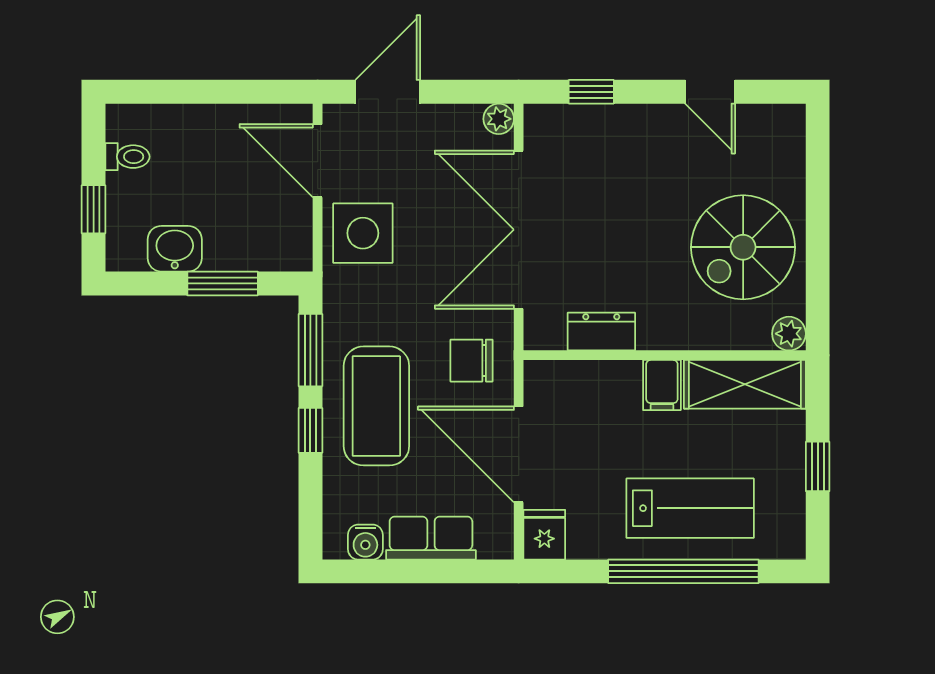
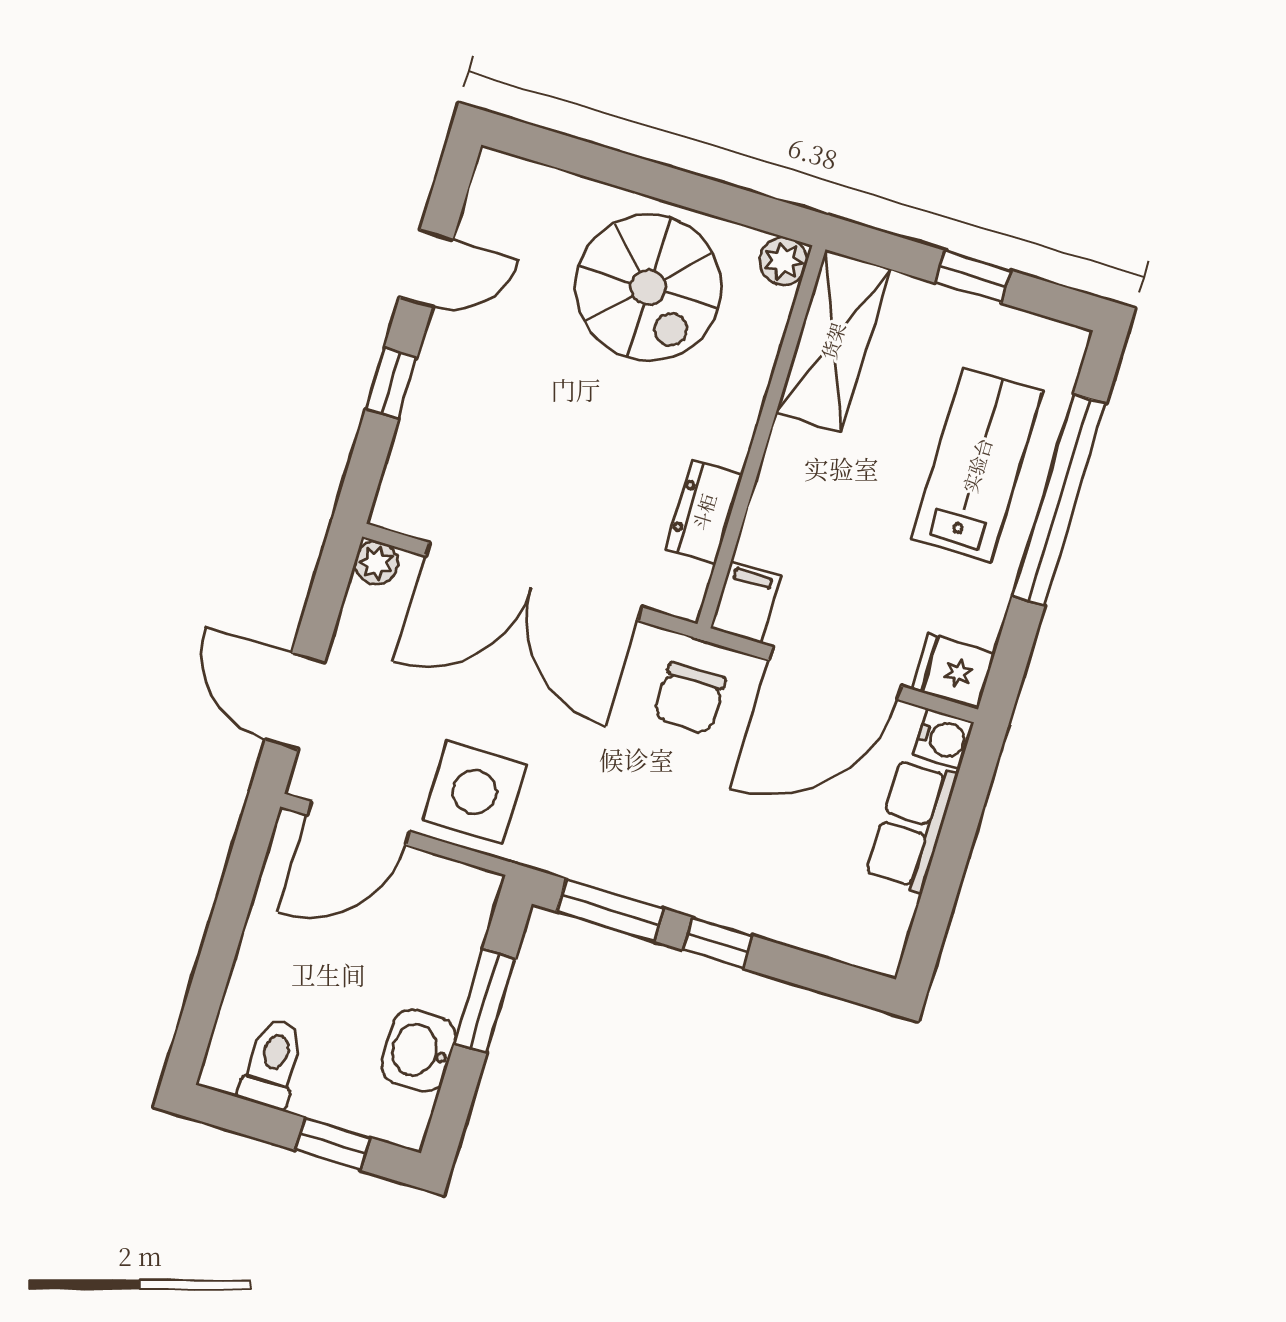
window: (591, 92) -> (391, 383), moved
toilet: (127, 157) -> (272, 1063), width x1.37, depth x1.39
filing cabinet: (662, 385) -> (746, 602), moved, turned -90
coffee table: (376, 406) -> (712, 844), removed
water cooler: (365, 542) -> (944, 739), moved

